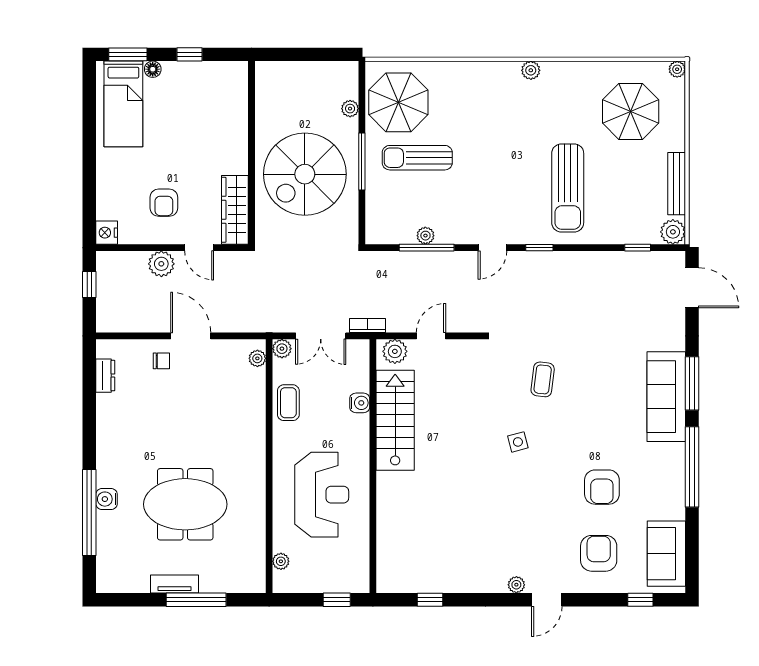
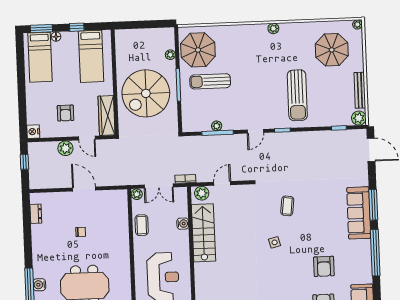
bed: (212, 106) -> (91, 56), added
plant: (257, 358) -> (123, 200), removed
chair: (161, 361) -> (81, 232), moved

